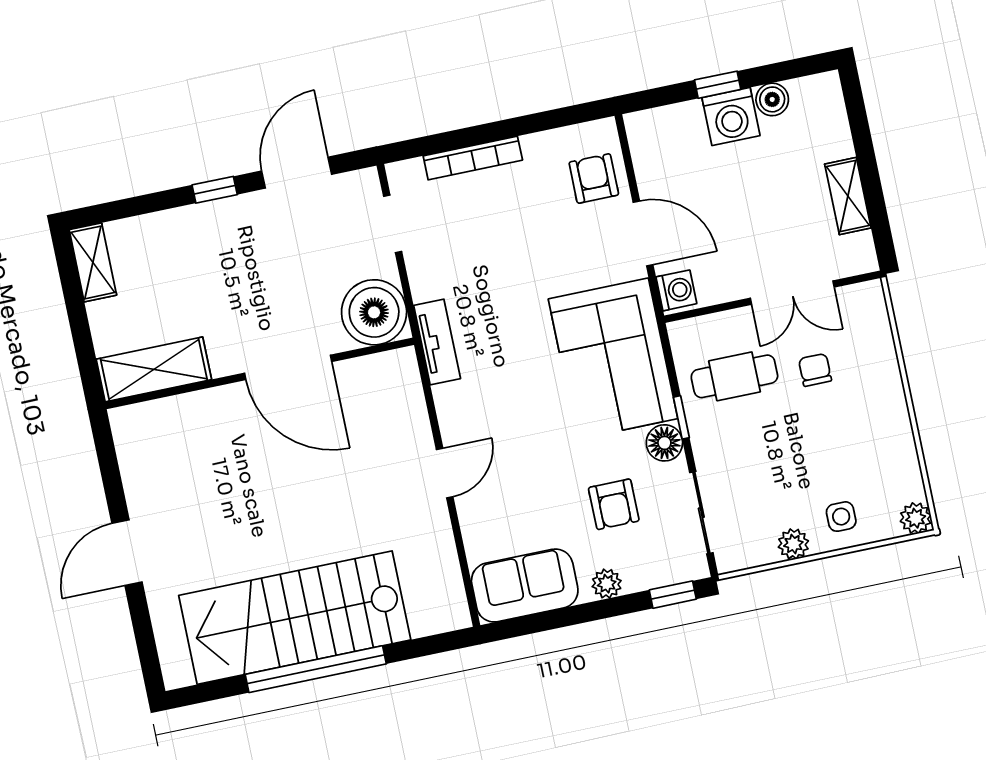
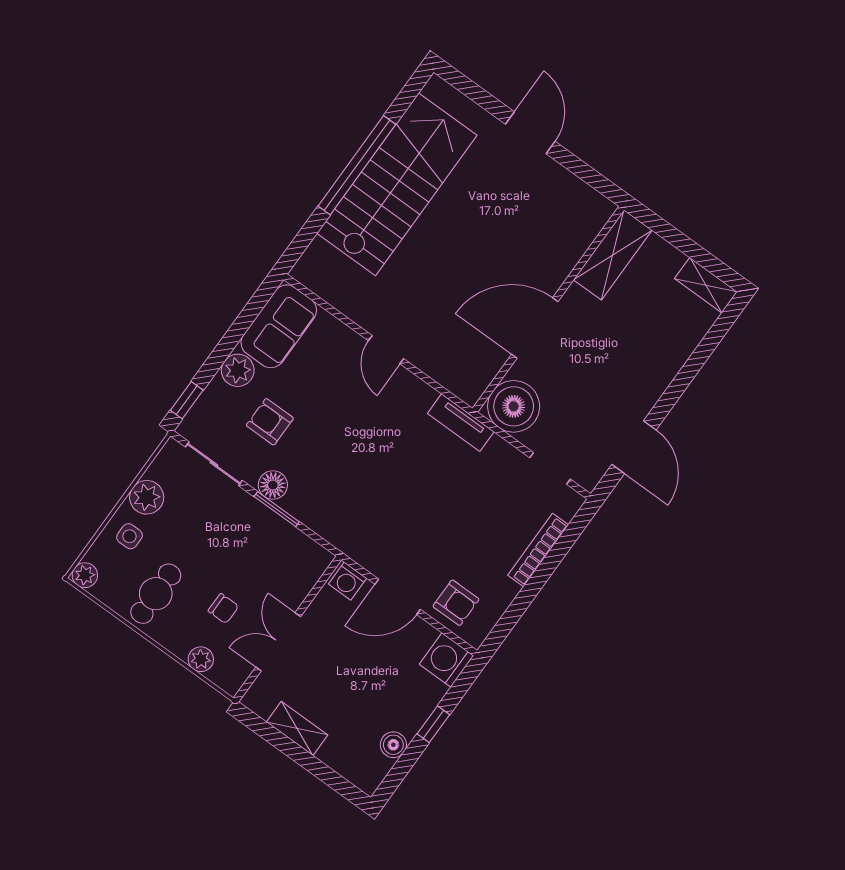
washing machine: (731, 117) -> (446, 660), moved
window: (215, 190) -> (673, 393), removed
plant: (879, 342) -> (201, 659), added
corner sofa: (613, 359) -> (348, 507), removed
cafe table: (734, 376) -> (156, 594), moved
window: (681, 417) -> (277, 509), width x1.50
plant: (793, 544) -> (147, 497), width x1.38, depth x1.38
plant: (607, 584) -> (238, 370), width x1.38, depth x1.38

